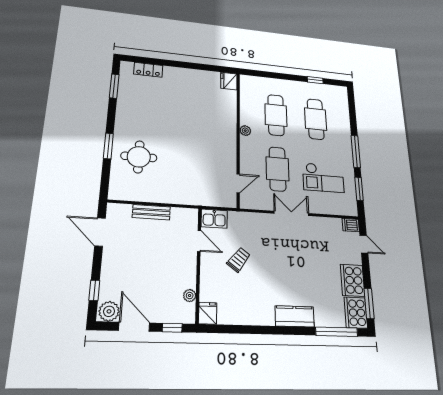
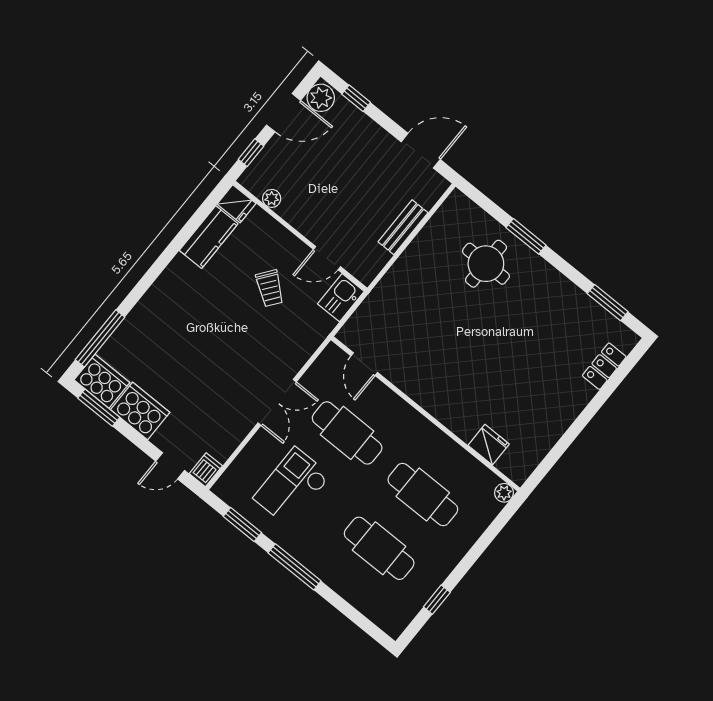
fridge: (229, 81) -> (489, 445), moved
plant: (245, 131) -> (504, 493), moved
kitchen counter: (295, 316) -> (209, 237), moved

